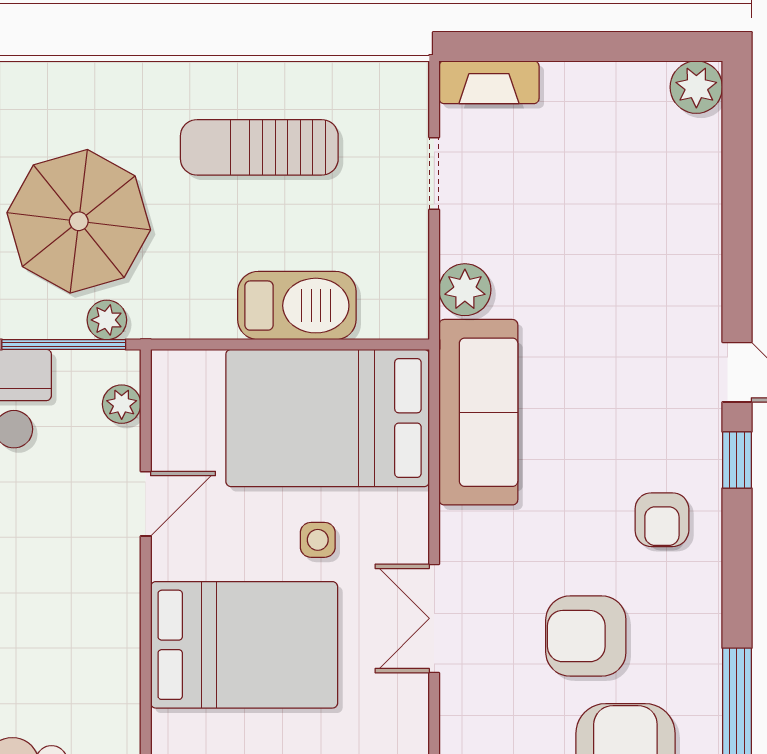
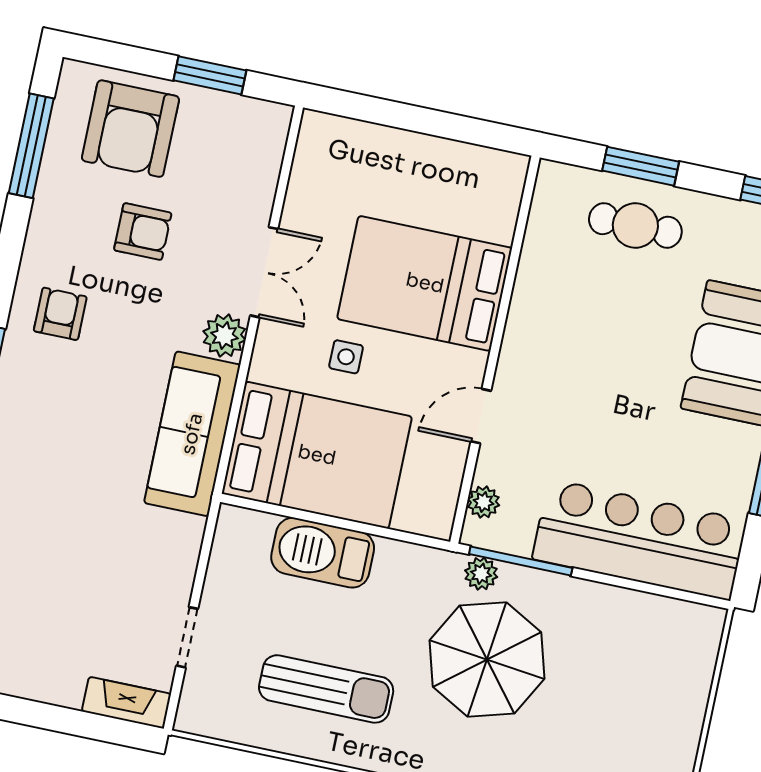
plant: (465, 290) -> (224, 336), moved
armchair: (586, 636) -> (143, 232), width x0.72, depth x0.72

